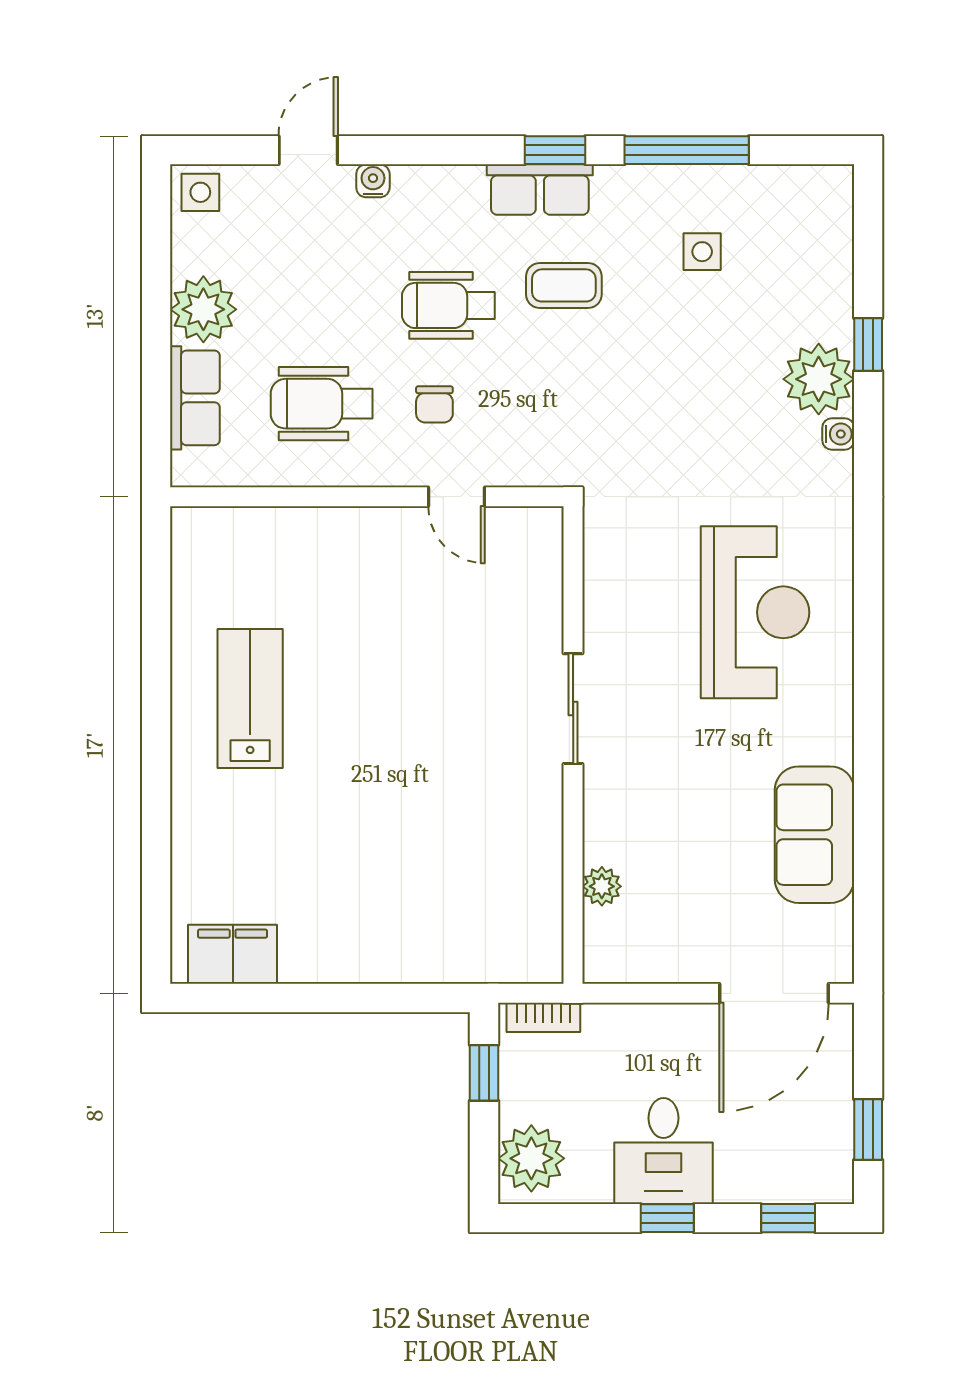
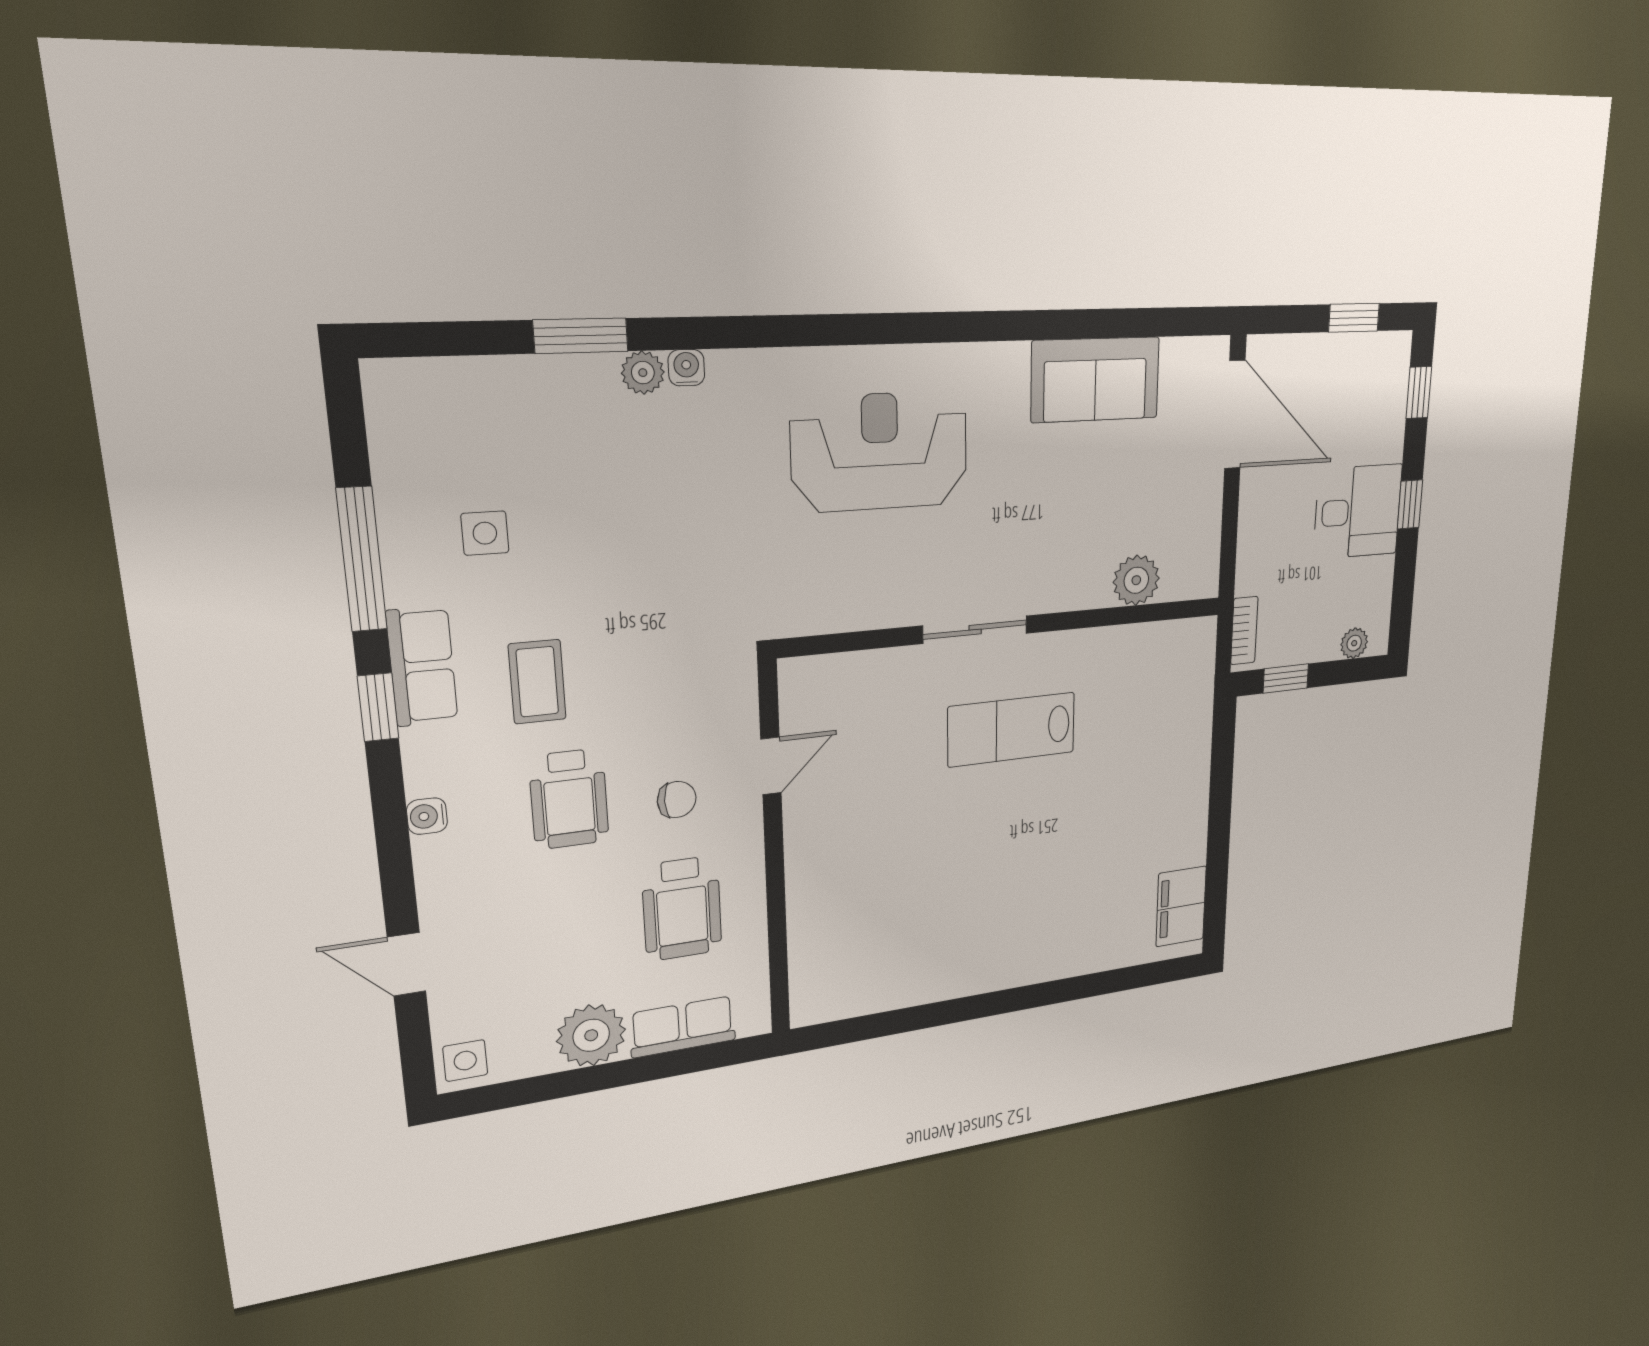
water cooler: (373, 181) -> (427, 816), moved
row of seats: (540, 190) -> (422, 666), moved
window: (868, 344) -> (581, 336), width x1.50
plant: (819, 379) -> (643, 373), width x0.53, depth x0.53
lab bench: (250, 698) -> (1012, 730), moved
plant: (602, 886) -> (1136, 580), width x1.38, depth x1.38
plant: (531, 1158) -> (1354, 643), width x0.53, depth x0.53

